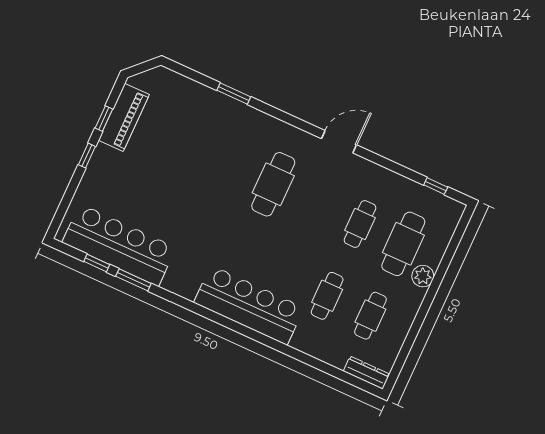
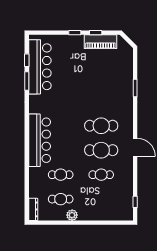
cafe table: (403, 244) -> (101, 150), moved
plant: (423, 276) -> (72, 215), moved

